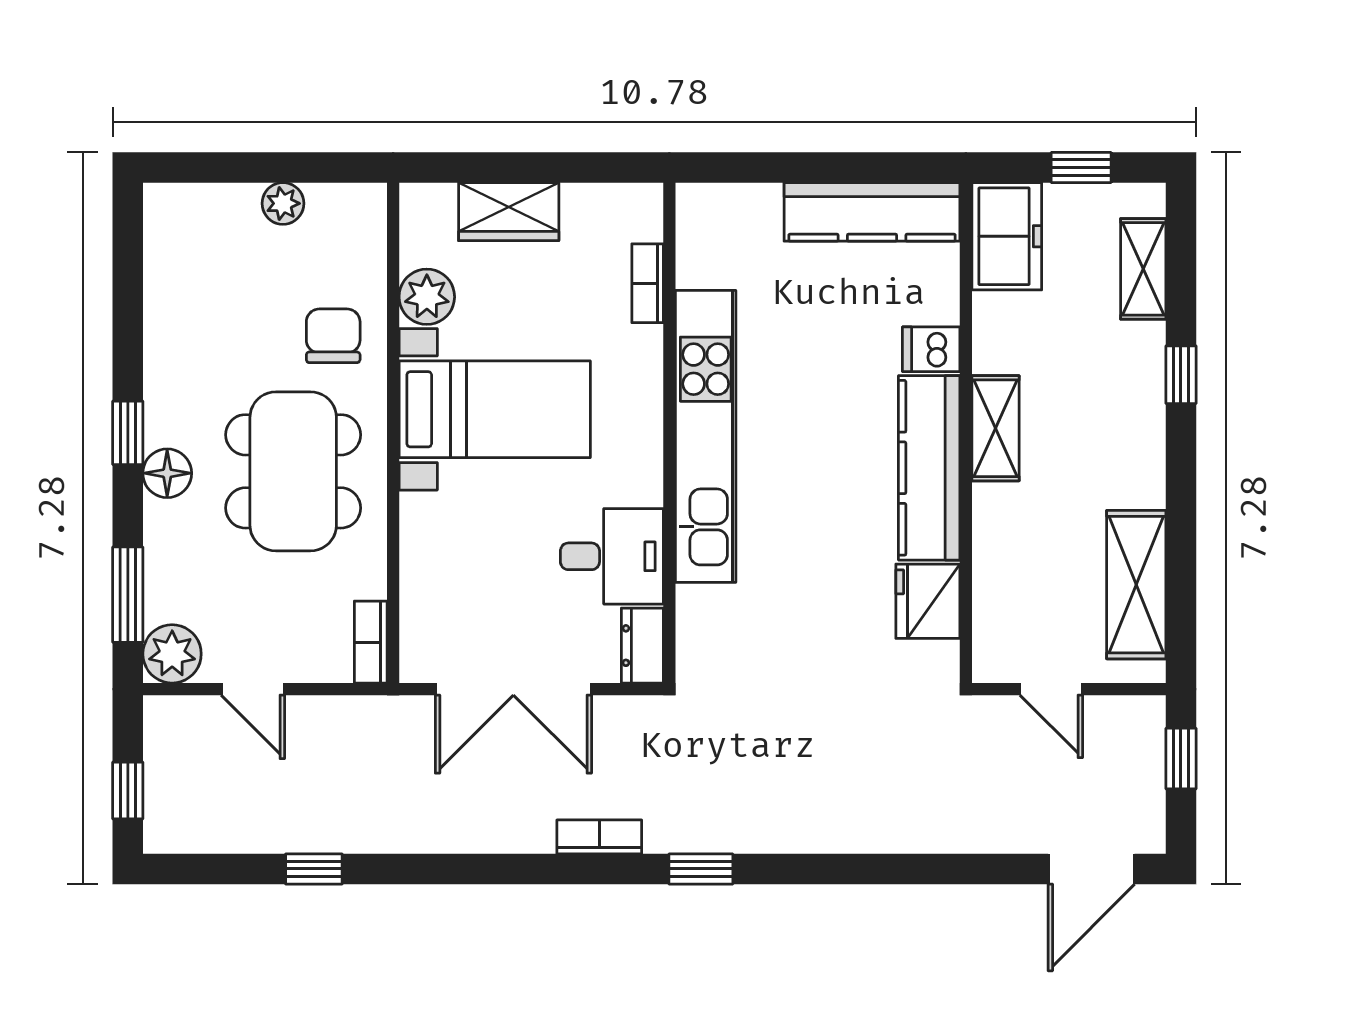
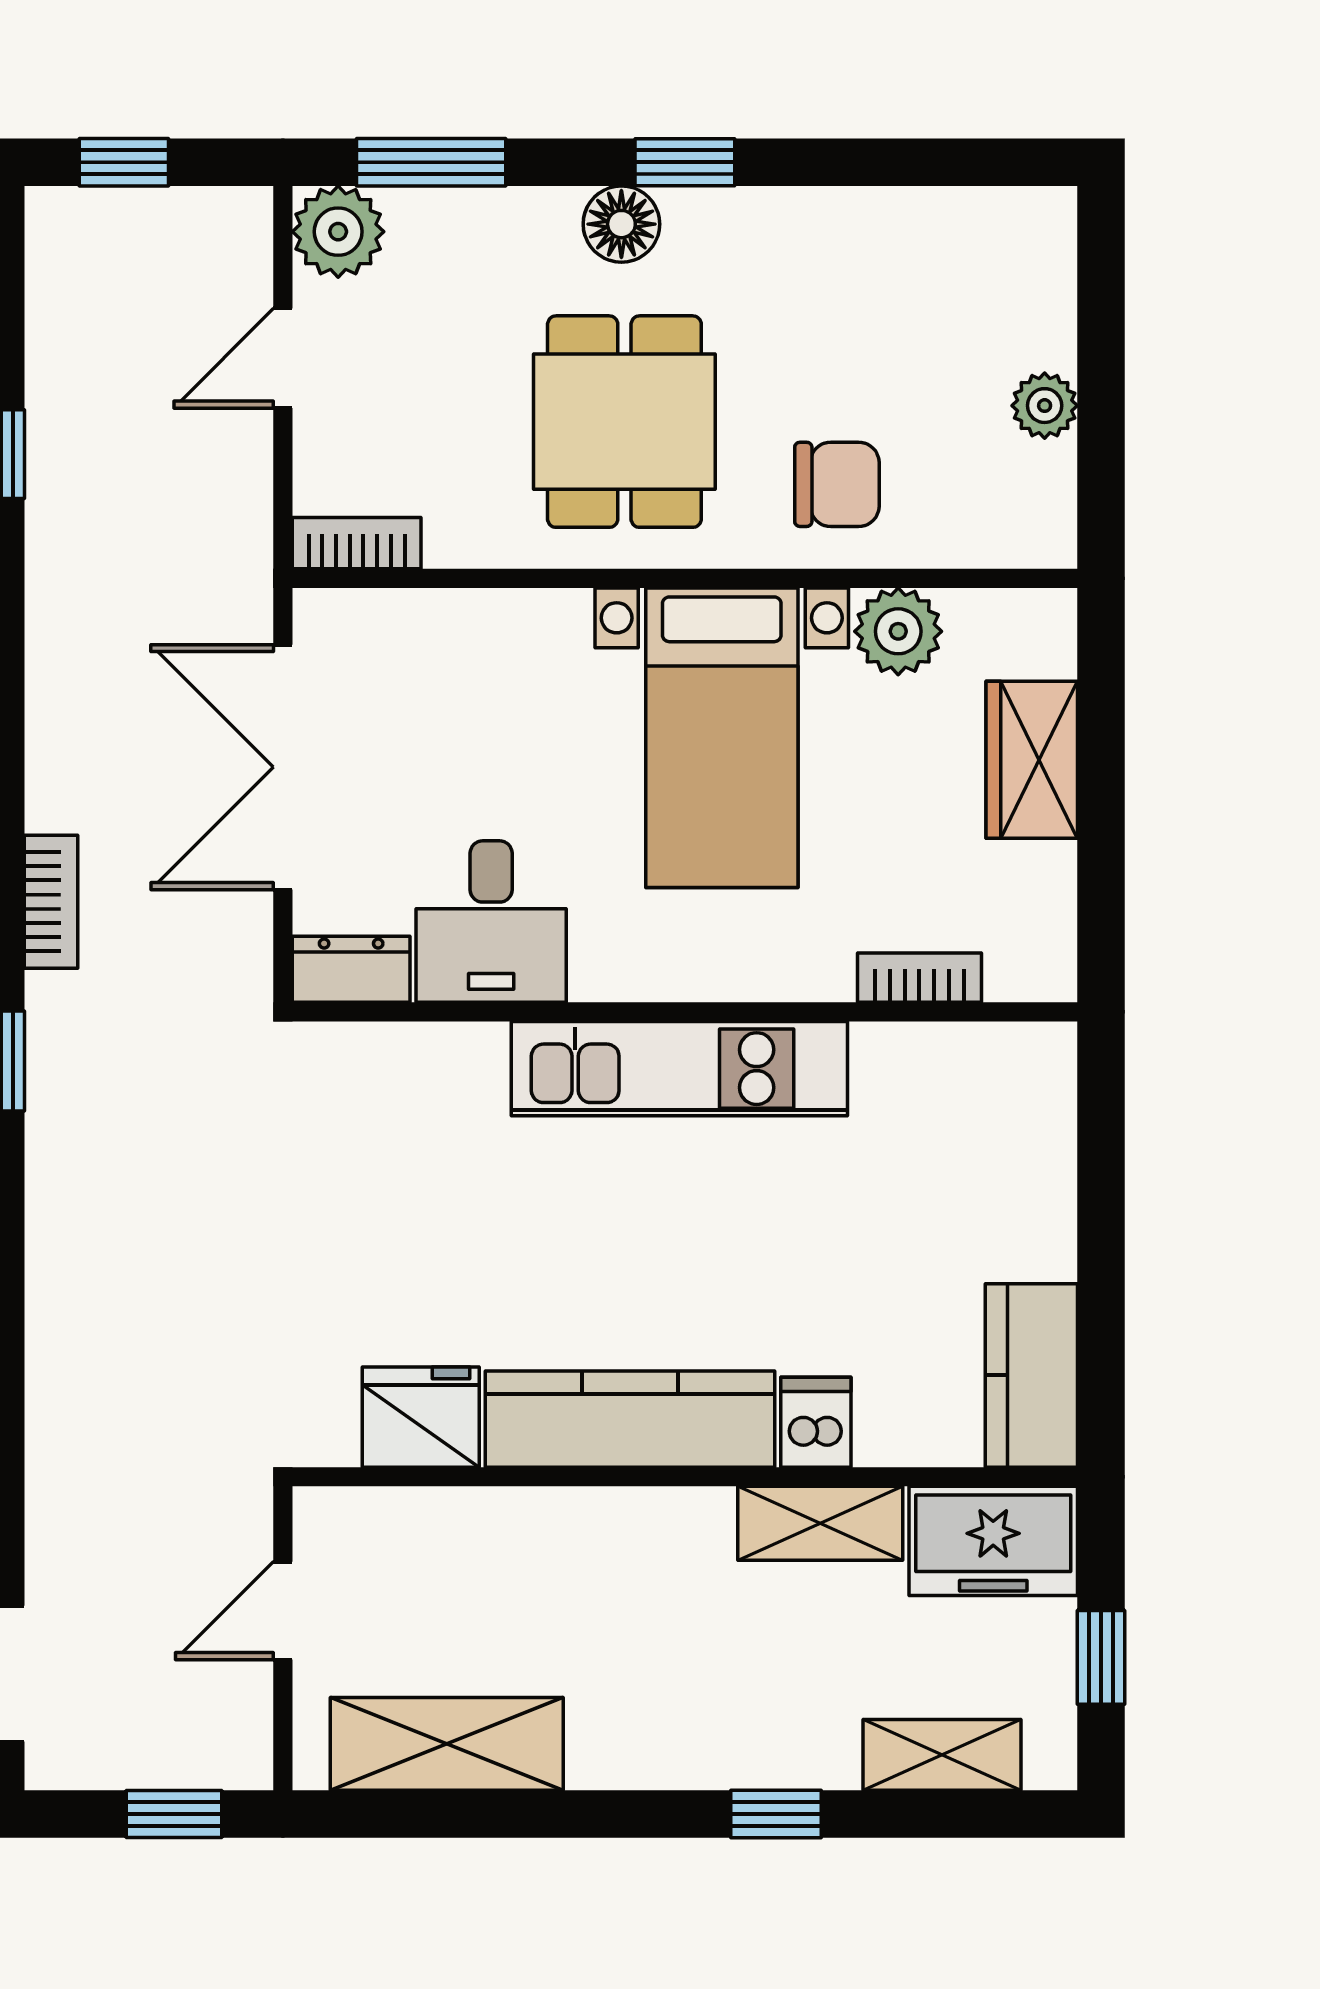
kitchen counter: (872, 212) -> (1031, 1375), width x0.67
shelving: (996, 428) -> (820, 1523), moved
kitchen unit: (706, 436) -> (679, 1069), width x0.73
dining table: (293, 471) -> (624, 422), width x0.73

